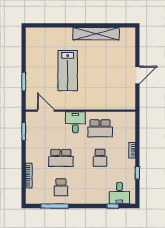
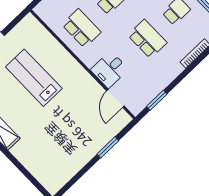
lab bench: (68, 71) -> (34, 78), moved, turned -90
desk: (75, 122) -> (109, 70), moved

